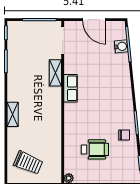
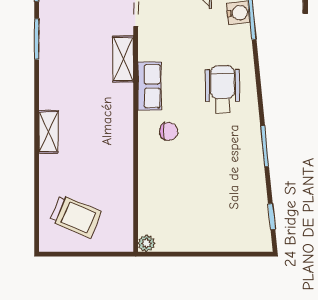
chair: (124, 135) -> (169, 131), moved
wheelchair: (95, 149) -> (222, 89), moved, turned -90

